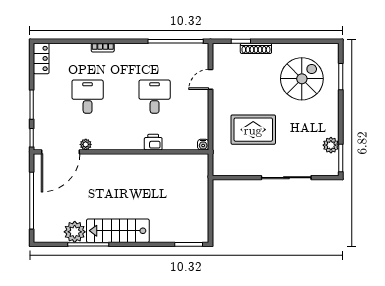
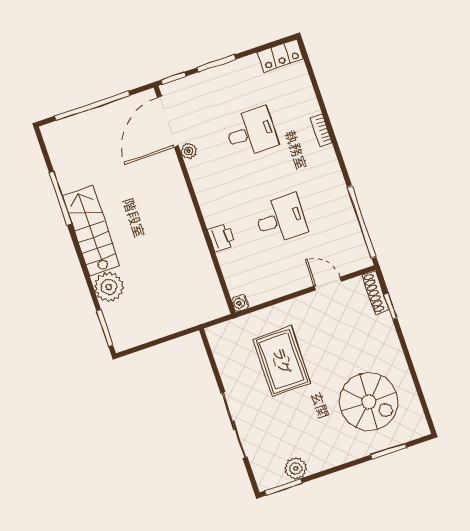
shoe rack: (256, 48) -> (376, 292), moved
door: (61, 152) -> (168, 122), hinge flipped
plant: (75, 232) -> (109, 287), moved

